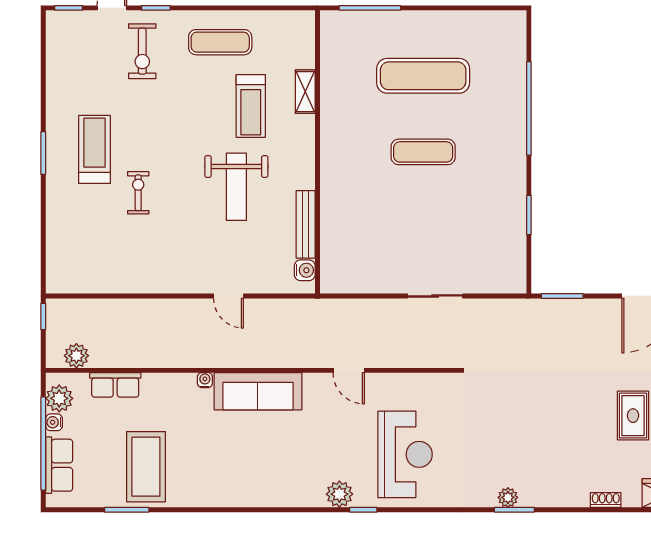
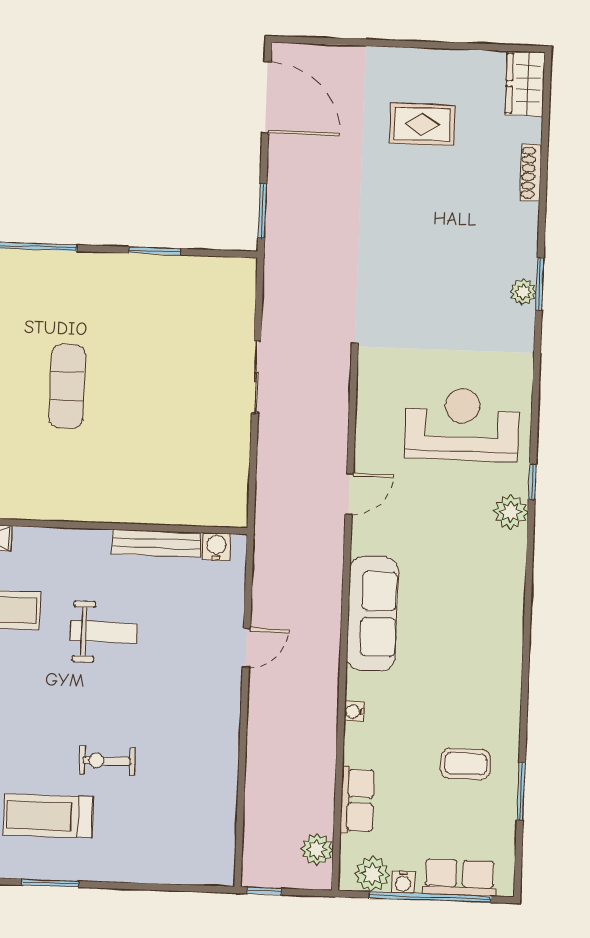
weight bench: (236, 187) -> (104, 632), width x0.73, depth x0.75
water cooler: (205, 380) -> (354, 711), moved
coffee table: (146, 467) -> (466, 764), width x0.54, depth x0.58
shoe rack: (606, 500) -> (531, 173), width x1.43

